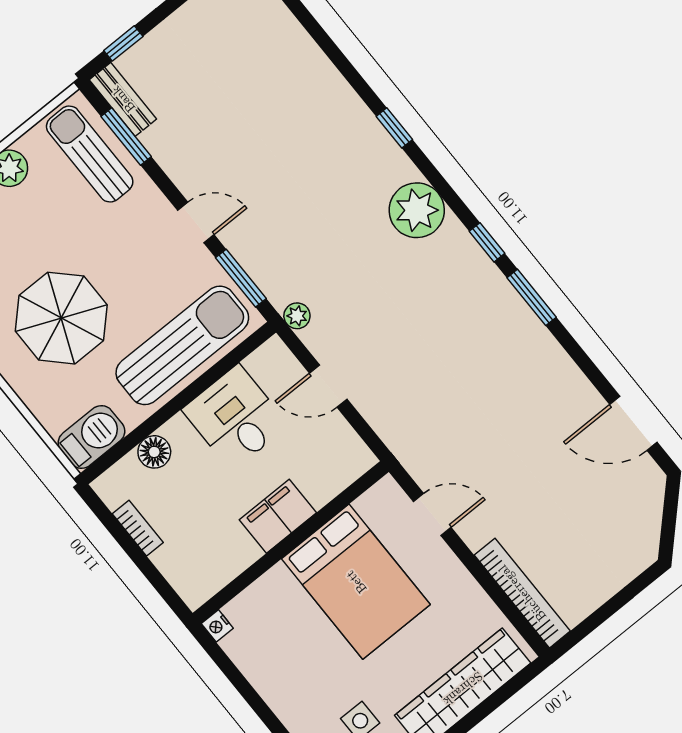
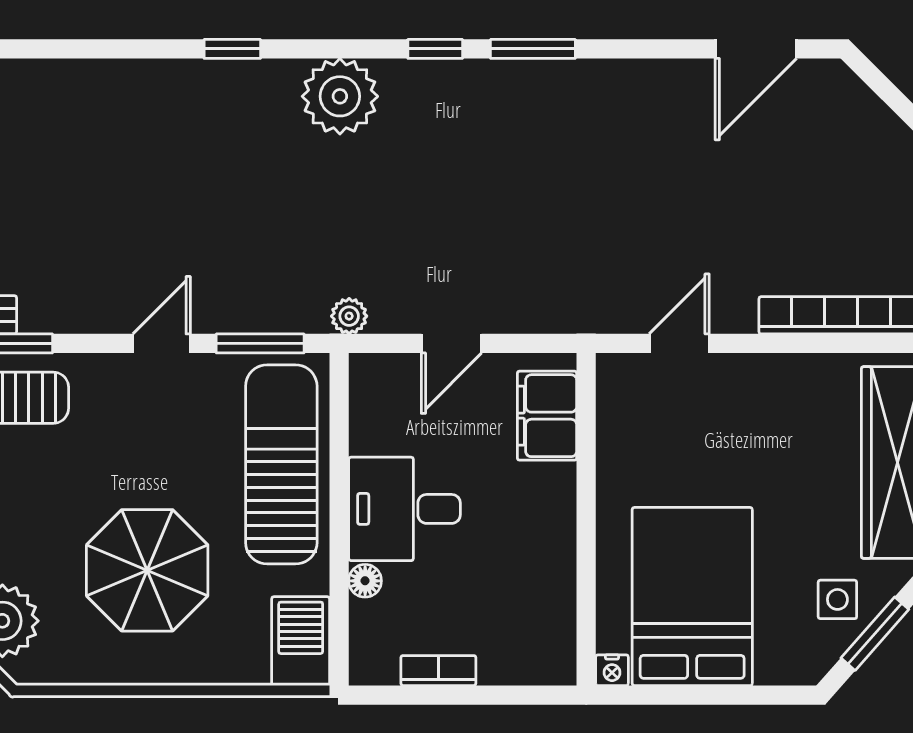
desk: (235, 417) -> (404, 509), moved
floor lamp: (154, 452) -> (365, 581), width x0.73, depth x0.73
filing cabinet: (278, 516) -> (547, 416), moved
bed: (356, 582) -> (692, 596), moved, turned -90

